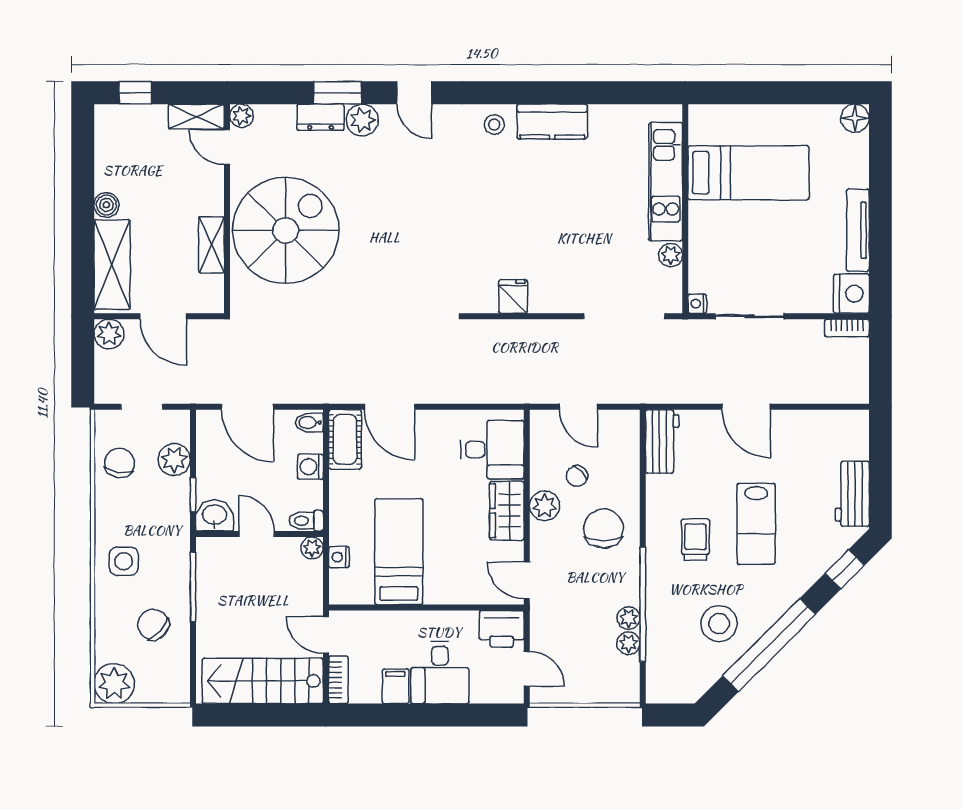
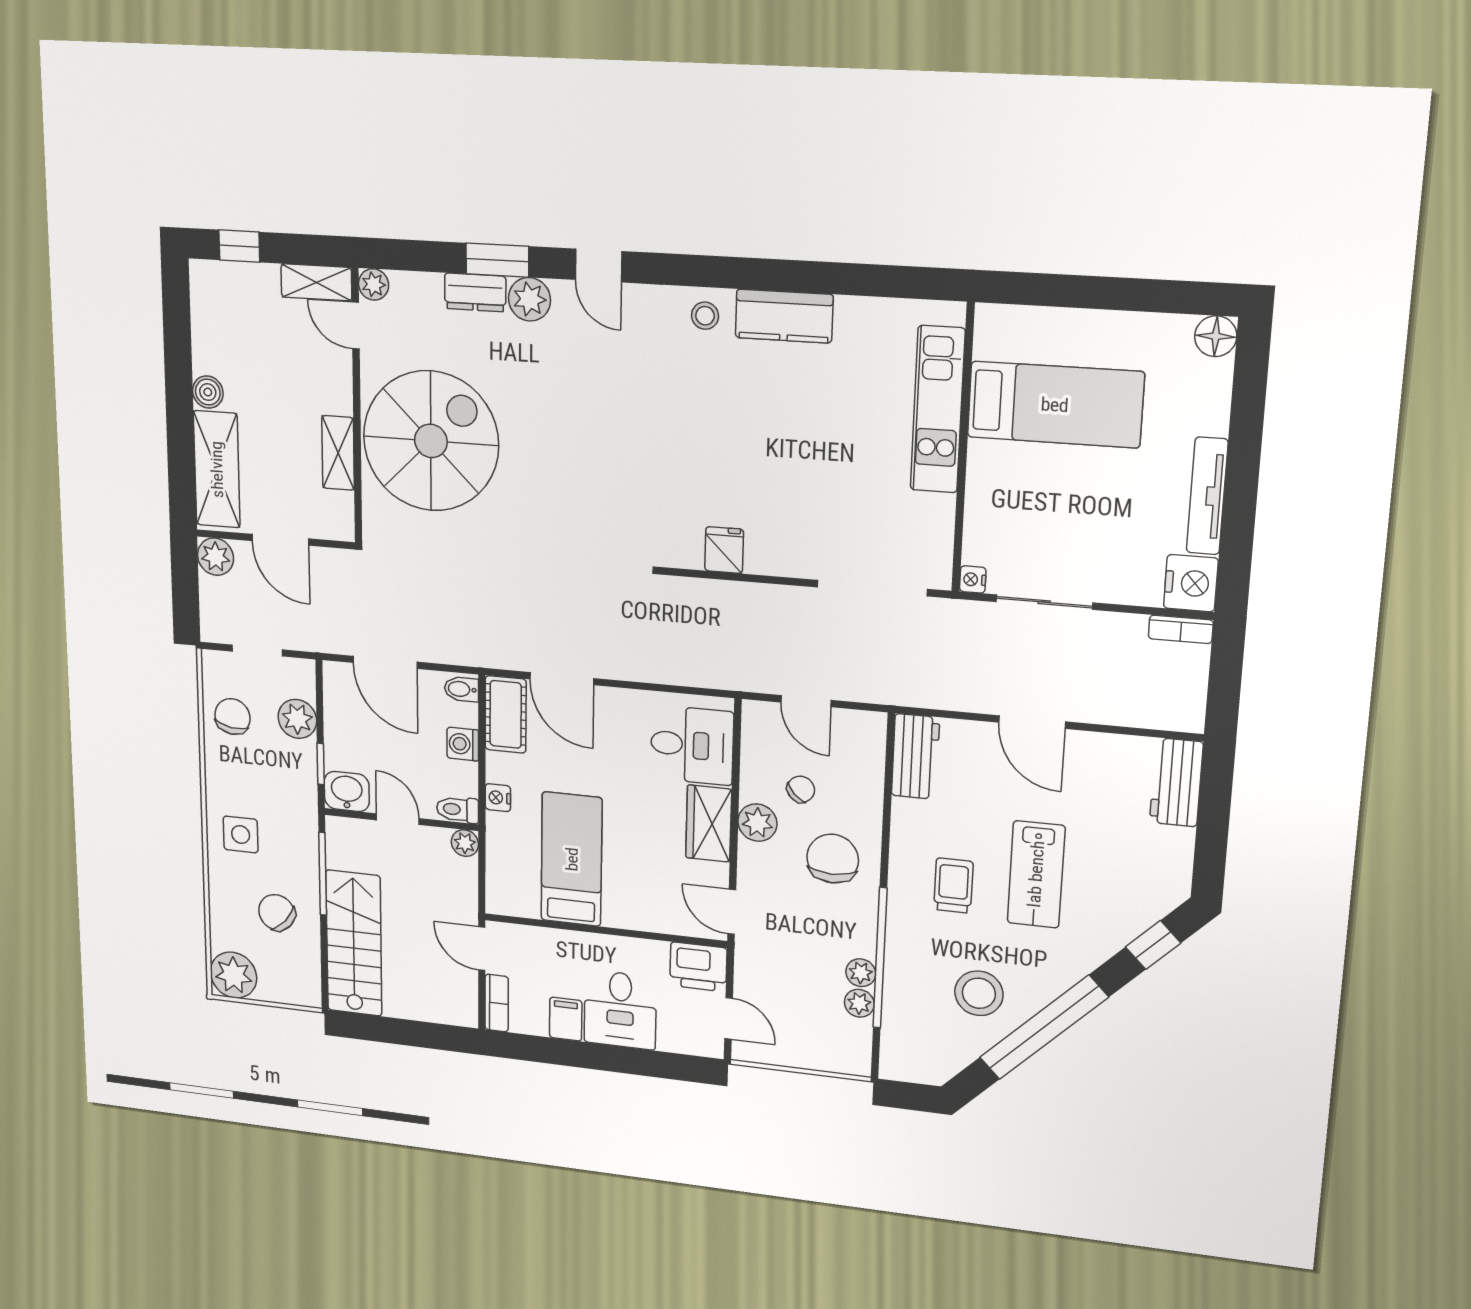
plant: (671, 255) -> (939, 511), removed
chair: (577, 476) -> (801, 789), turned 180
workbench: (852, 494) -> (1176, 782), moved
nightstand: (339, 557) -> (498, 798), moved
stairs: (263, 681) -> (354, 943), moved, turned 90

